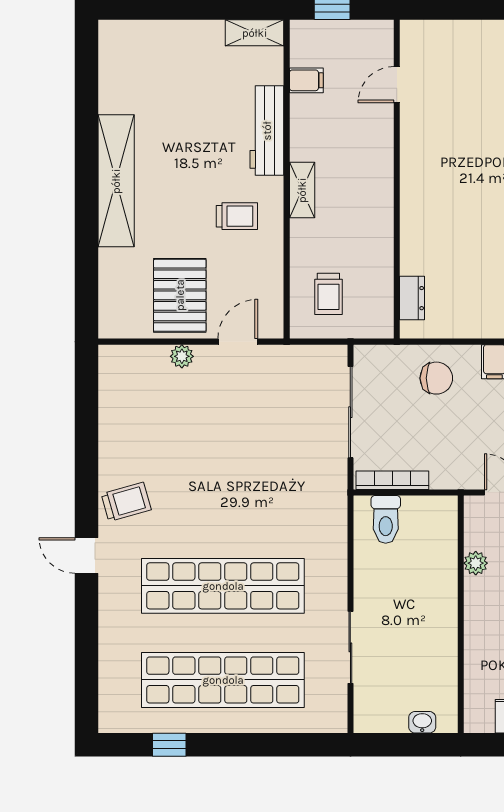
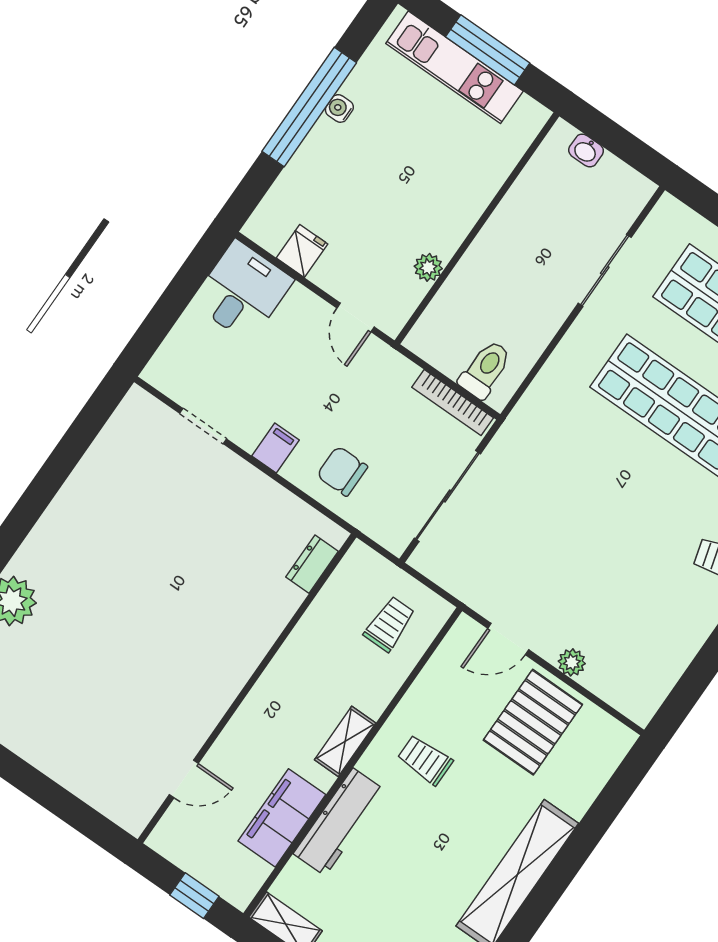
filing cabinet: (306, 80) -> (282, 818), width x3.00, depth x1.17

